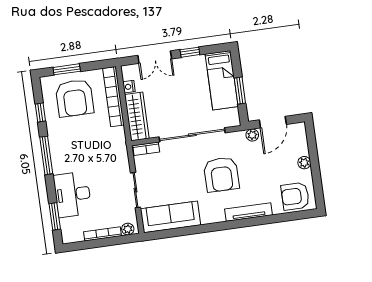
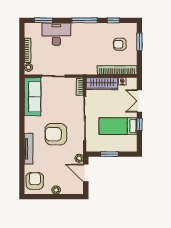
bed: (222, 80) -> (118, 126), moved
armchair: (75, 98) -> (120, 44), width x0.53, depth x0.53

